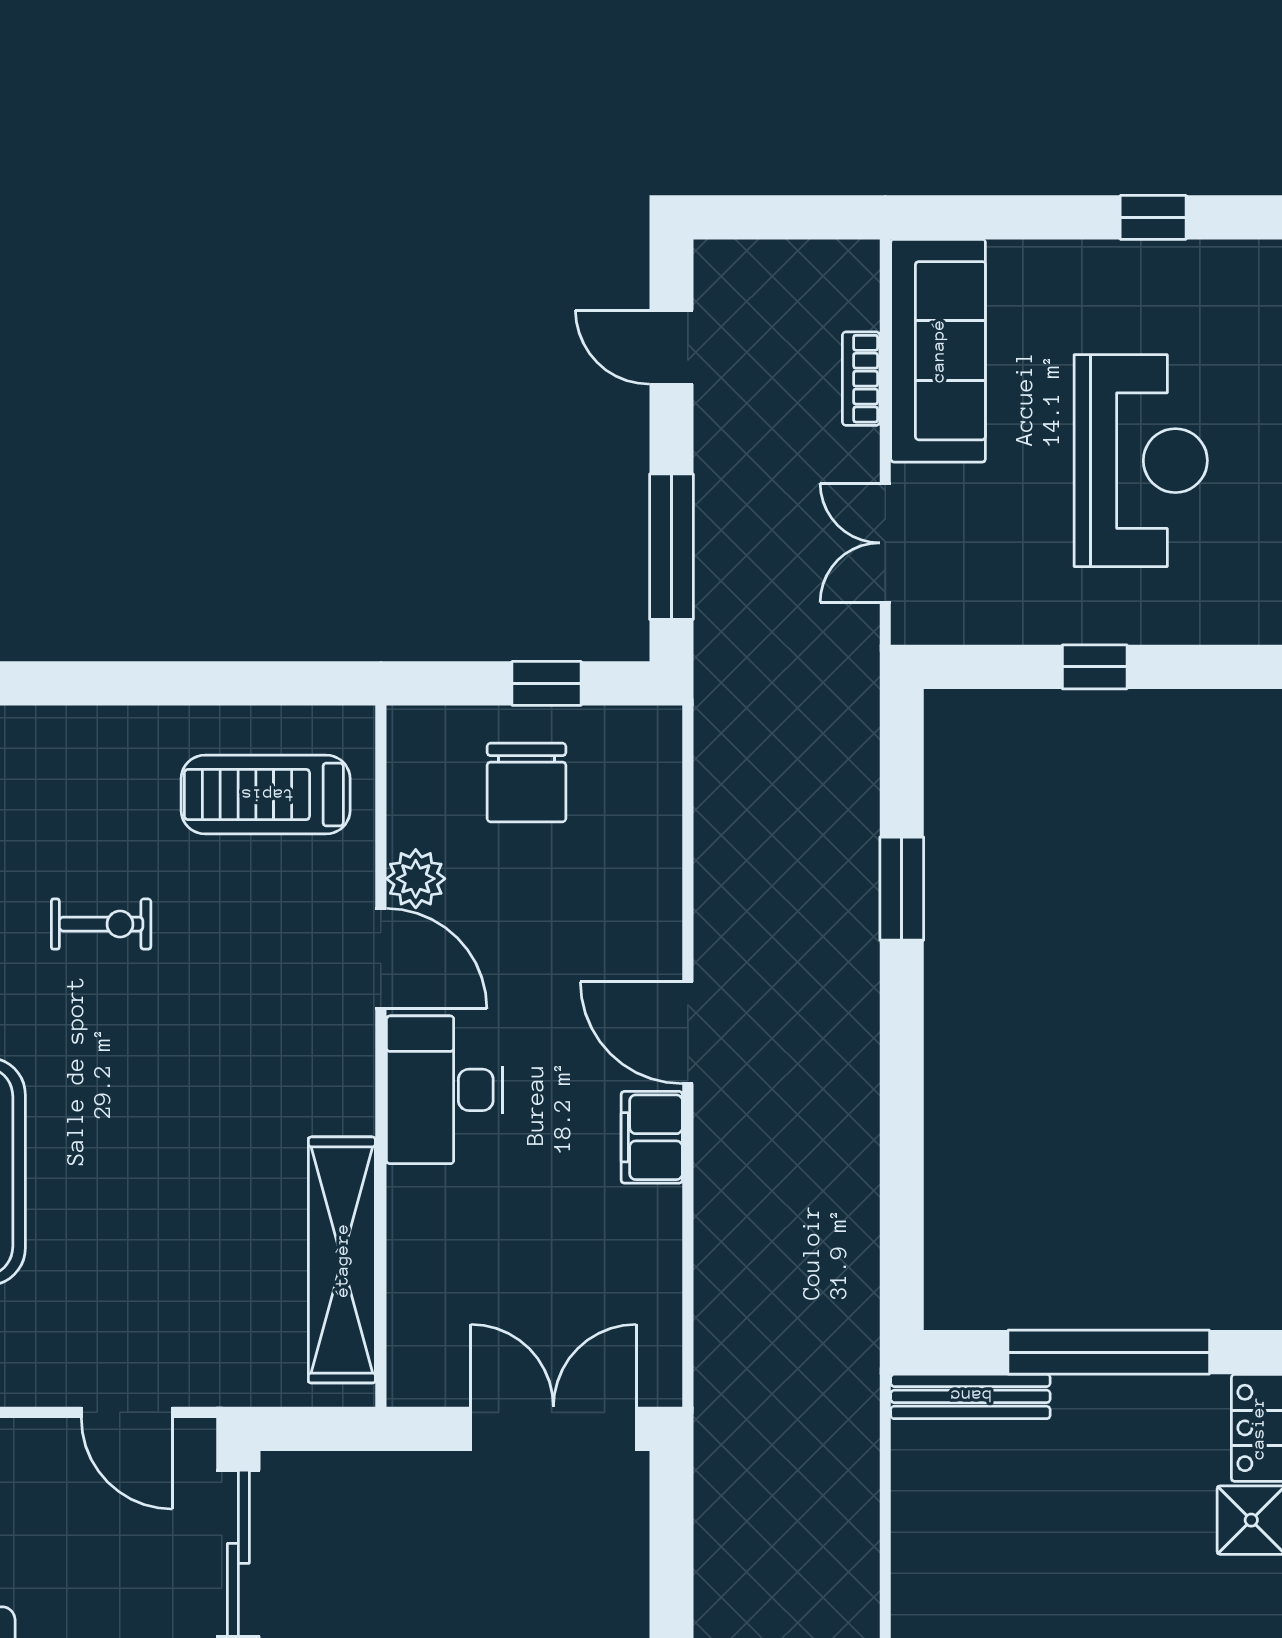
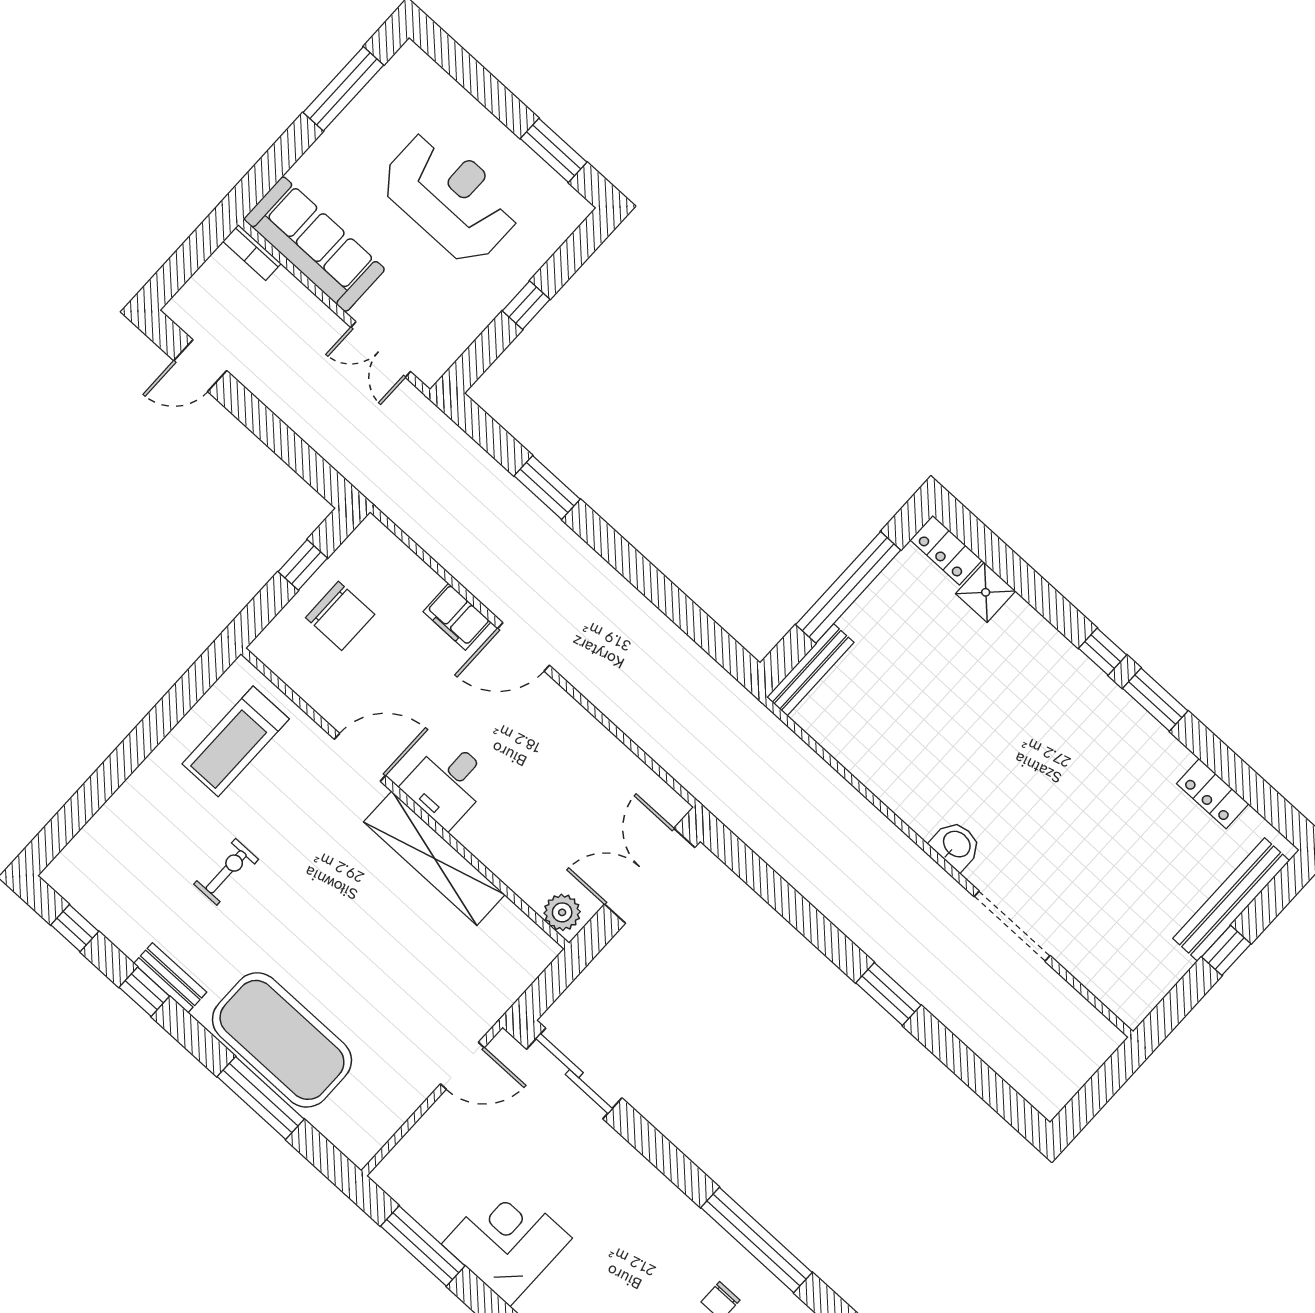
window: (1153, 217) -> (343, 89), width x2.17
bookcase: (861, 379) -> (252, 252), moved
window: (671, 547) -> (292, 450), removed
plant: (416, 879) -> (562, 912), moved
desk: (444, 1090) -> (447, 783), width x0.73
filing cabinet: (652, 1137) -> (457, 617), moved
shelving: (342, 1260) -> (434, 858), moved

